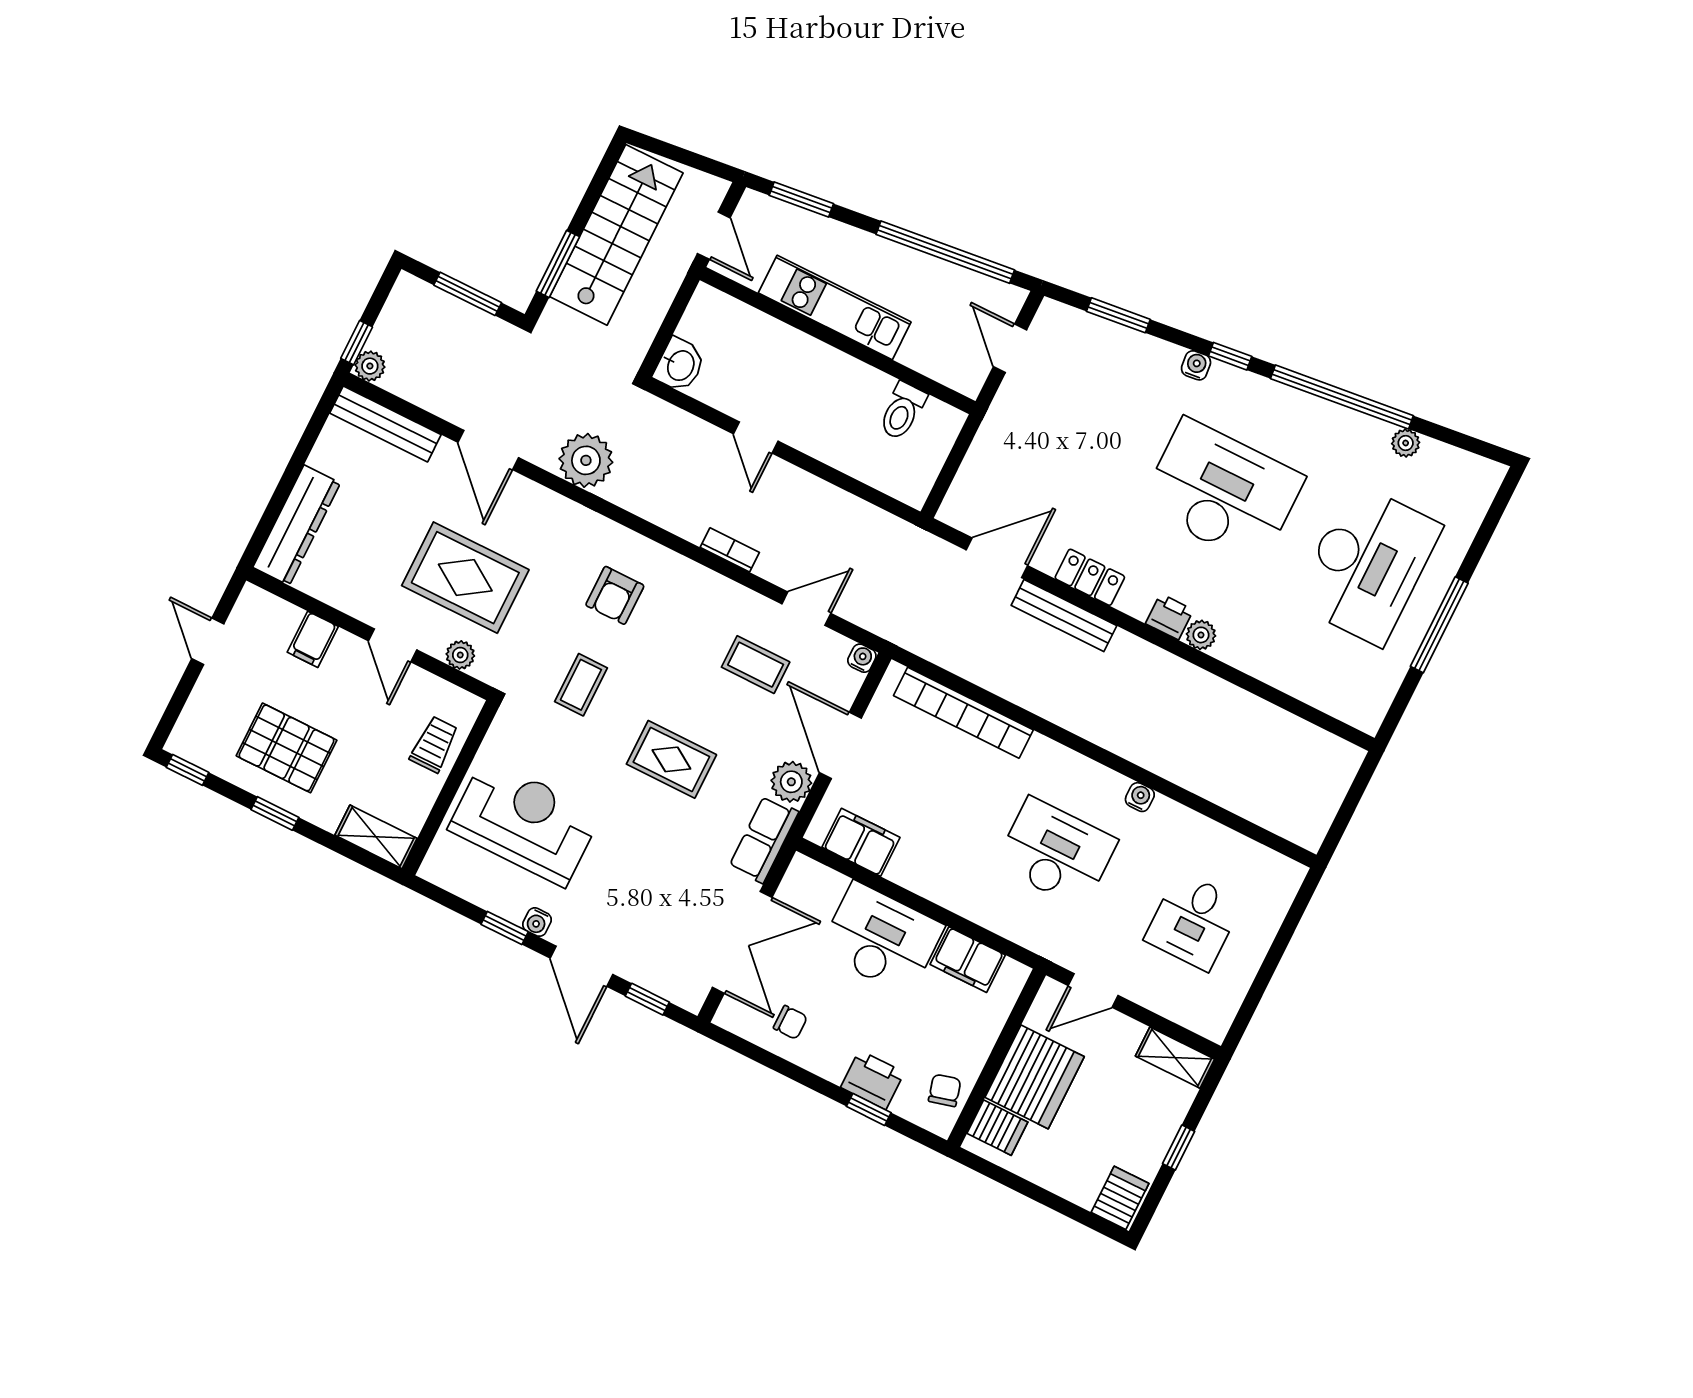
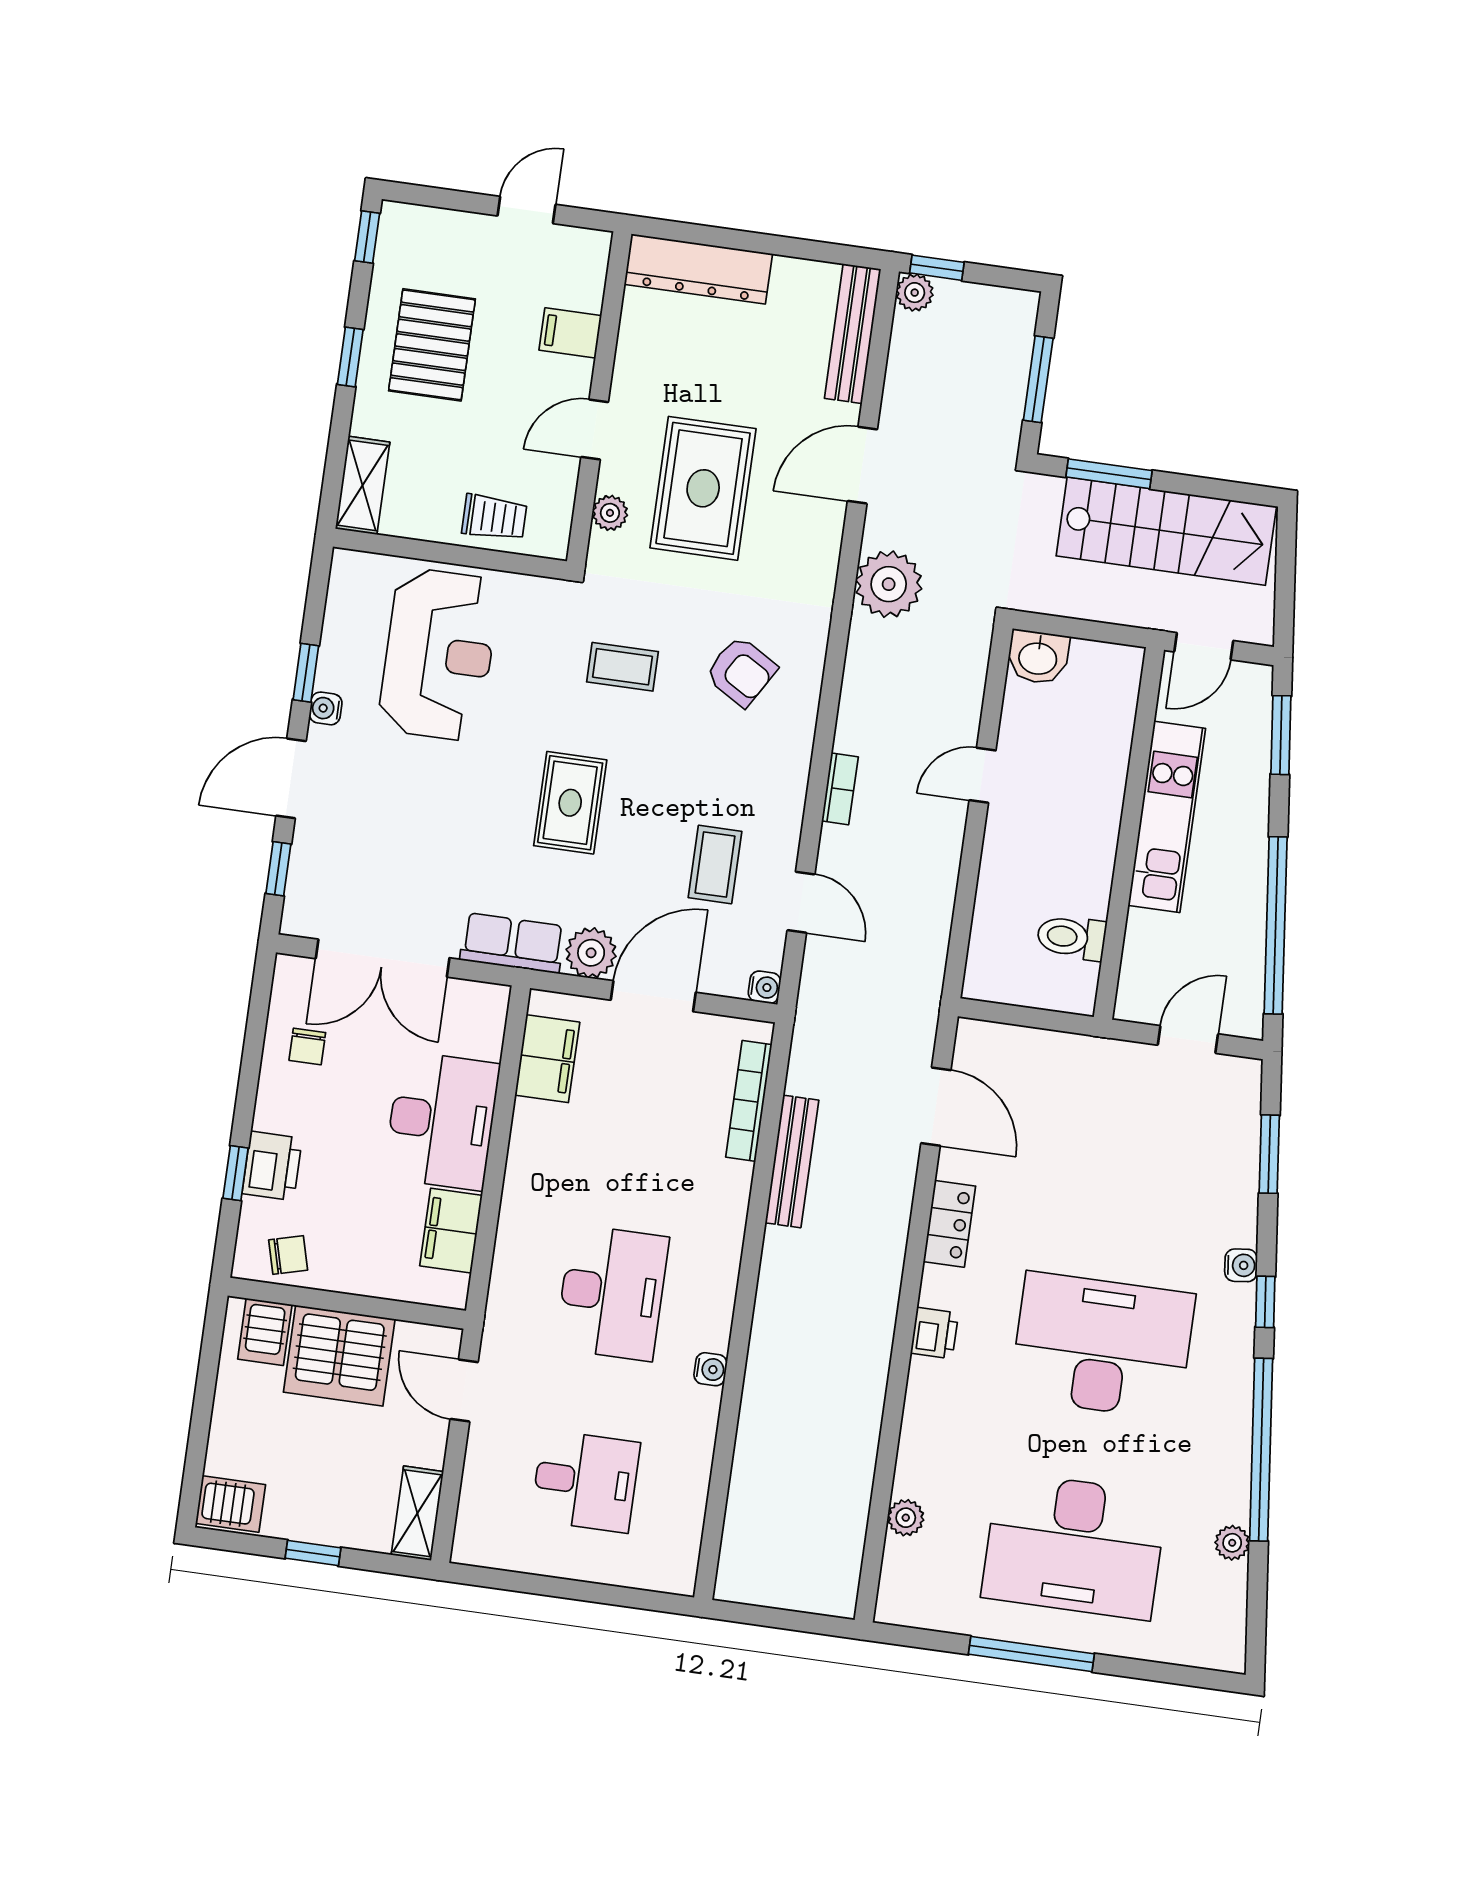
desk: (1222, 492) -> (1102, 1346), turned -90
armchair: (615, 595) -> (741, 671), turned -149
bench: (1064, 616) -> (792, 1161), moved
plant: (1201, 635) -> (906, 1518), moved
bookcase: (963, 713) -> (749, 1101), width x0.68, depth x0.76
desk: (1193, 921) -> (586, 1481), turned 180

